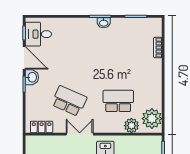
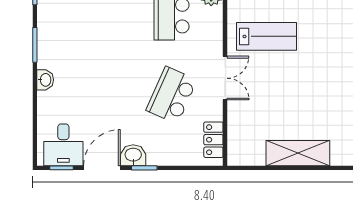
washbasin: (104, 23) -> (45, 80), moved
double door: (80, 134) -> (225, 78), swing flipped

